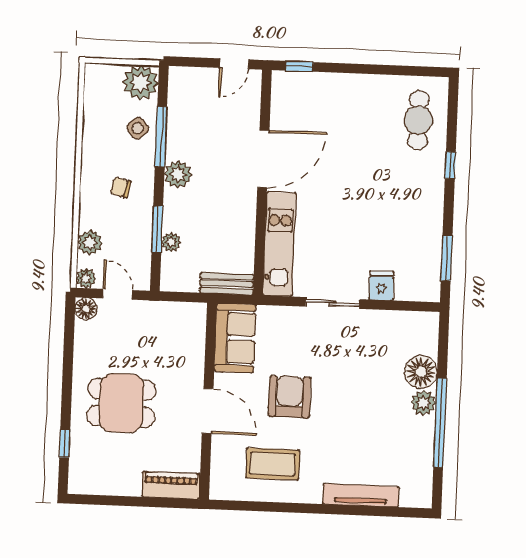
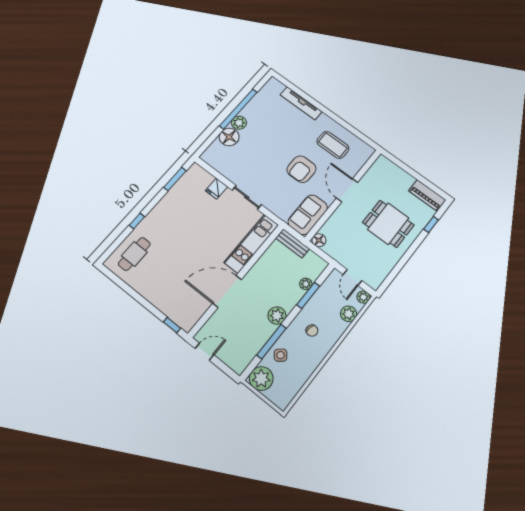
floor lamp: (86, 309) -> (319, 240), moved
piano: (171, 485) -> (427, 195), moved

